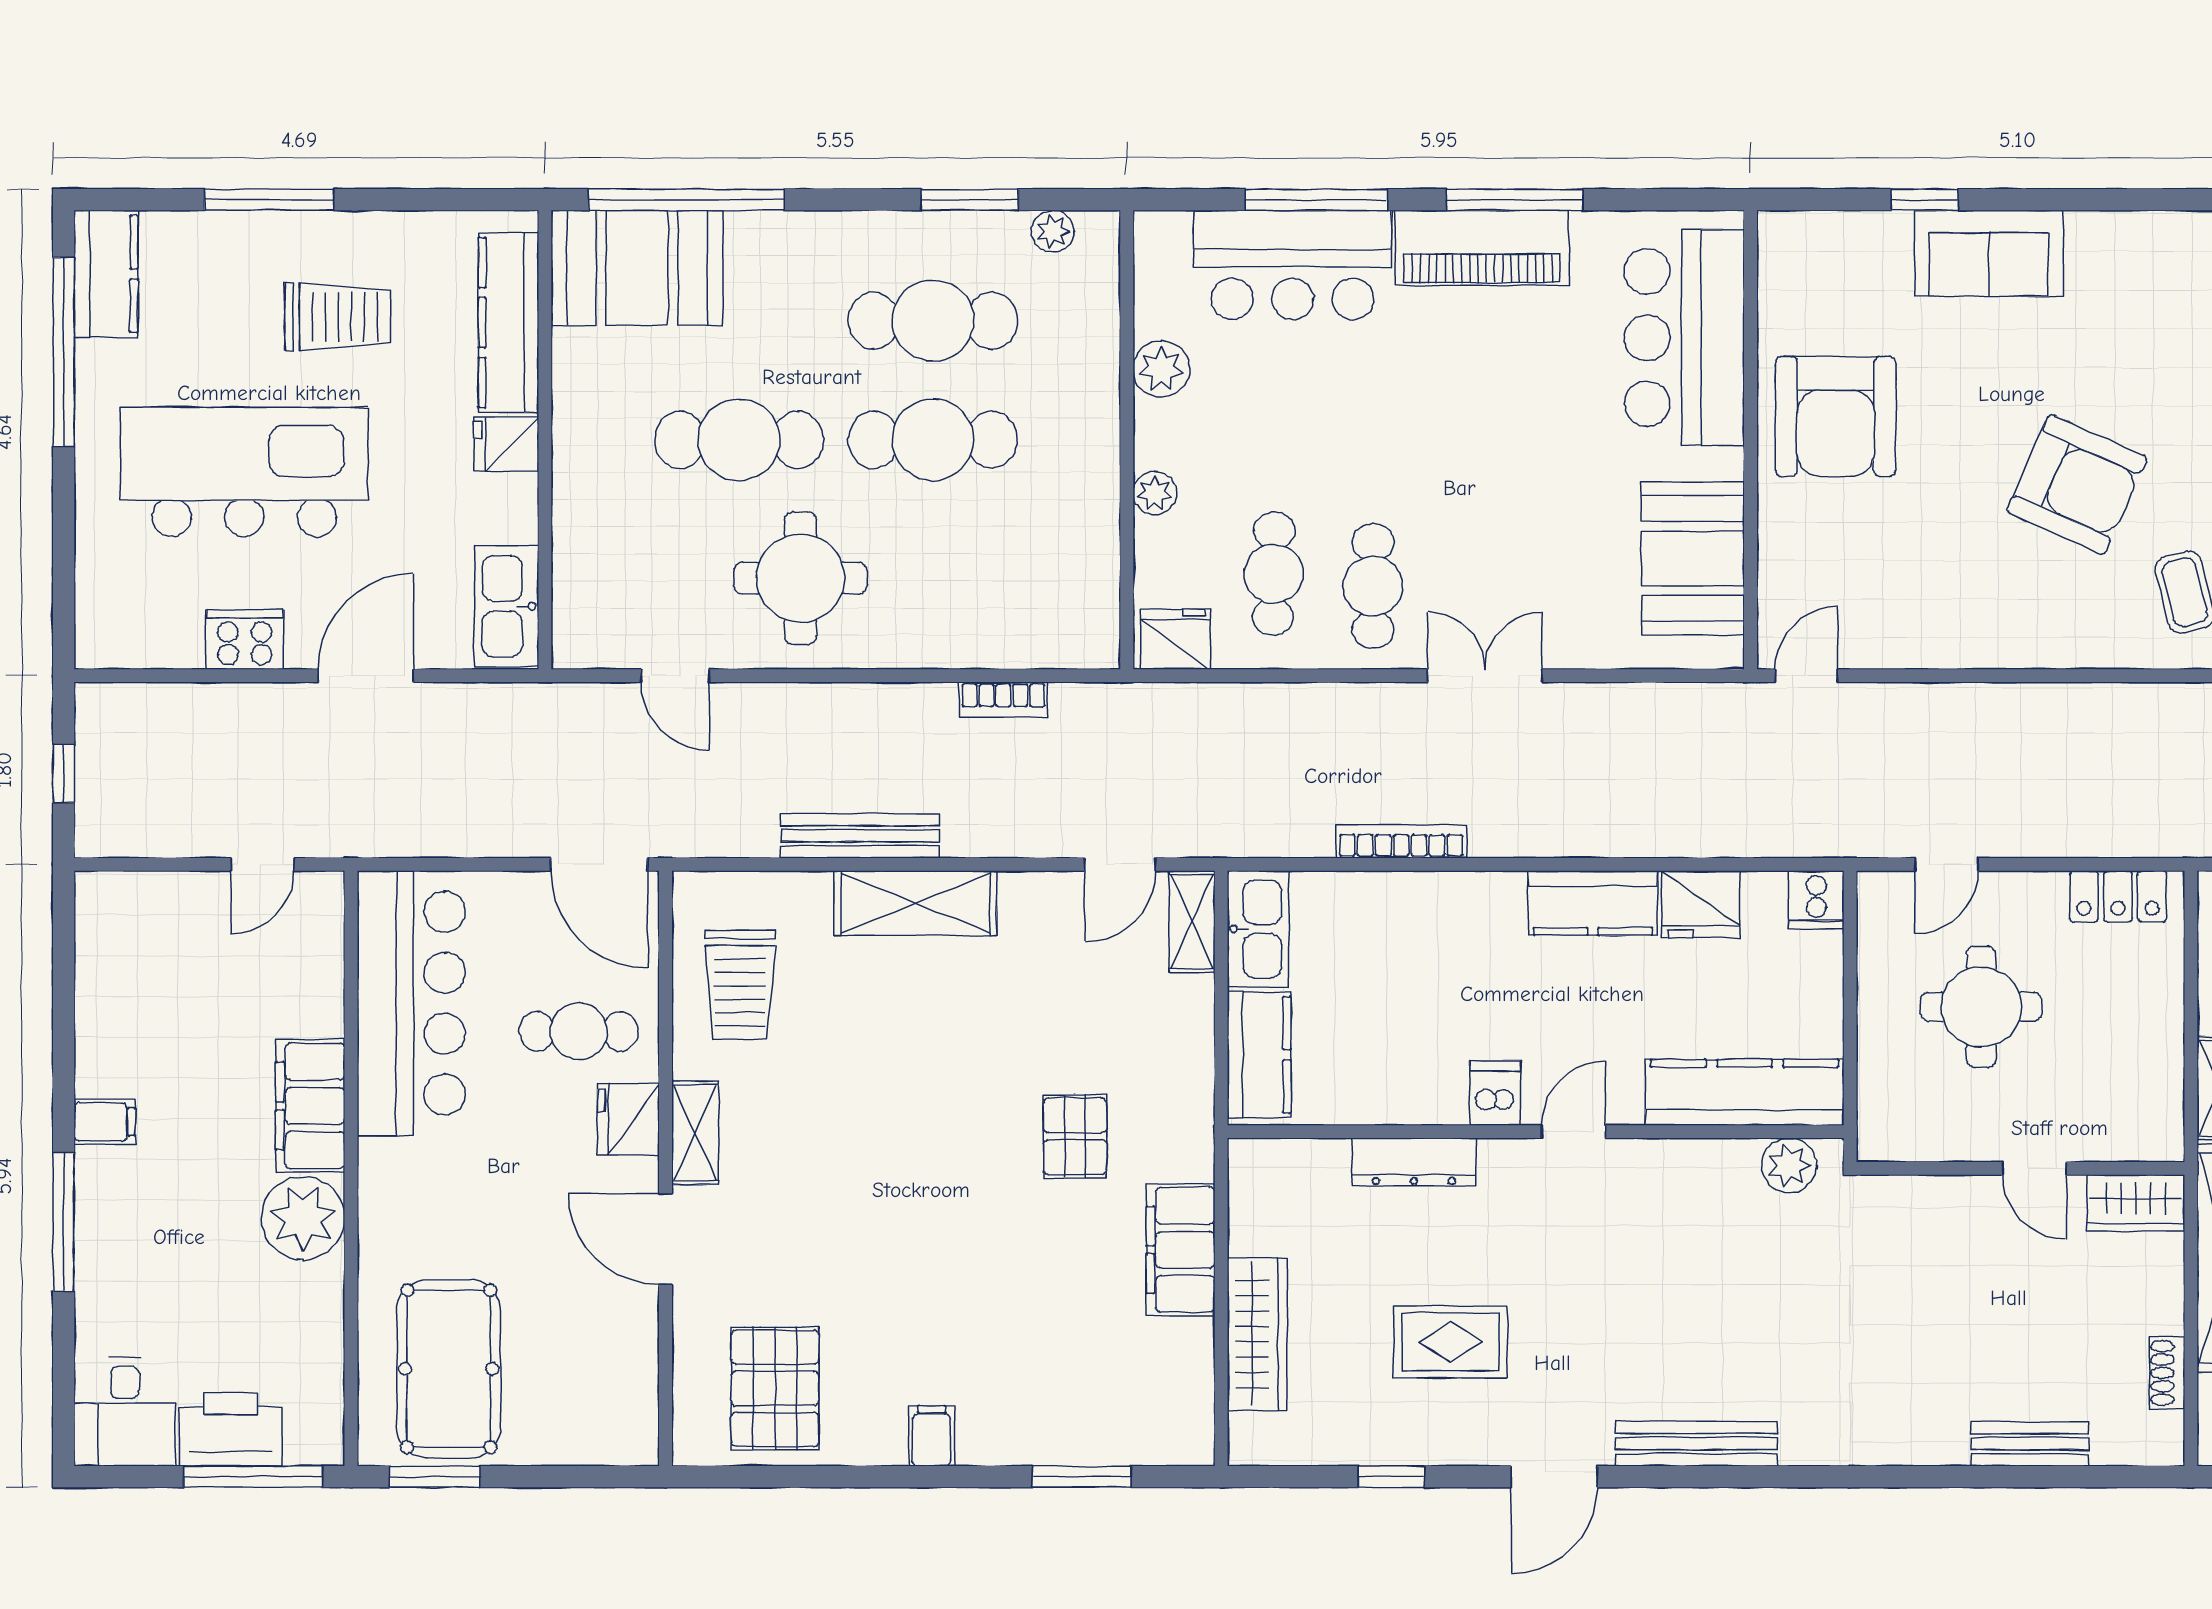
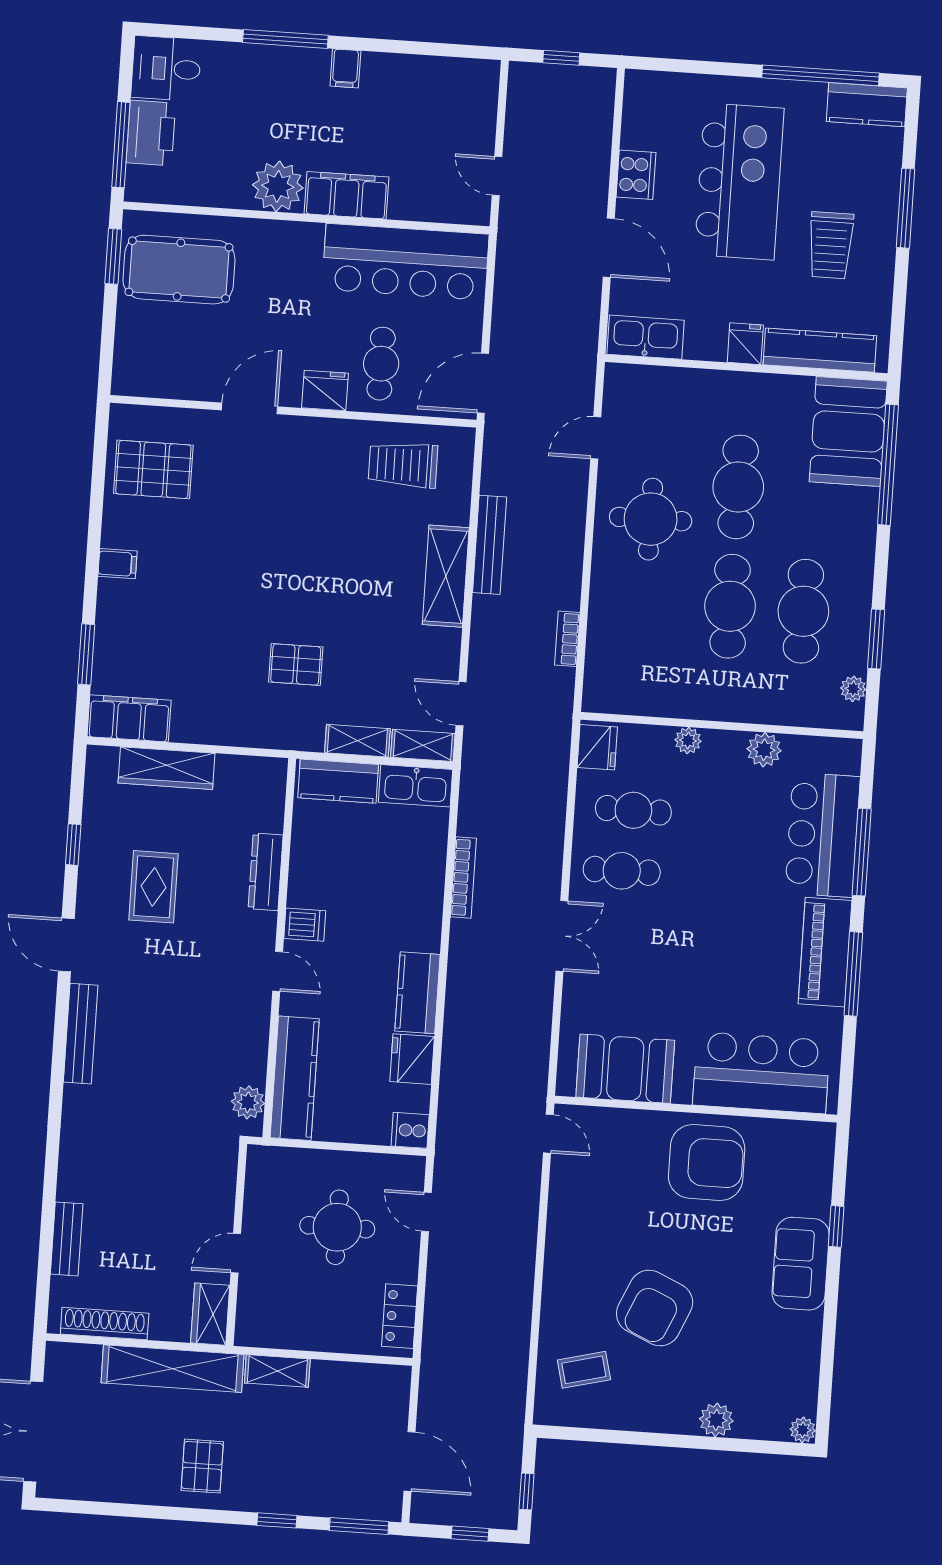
armchair: (1836, 416) -> (707, 1163), turned 180
shelving: (695, 1133) -> (357, 741), moved
filing cabinet: (1181, 1250) -> (129, 718), moved
shoe rack: (2167, 1373) -> (105, 1324), width x1.94, depth x1.24

